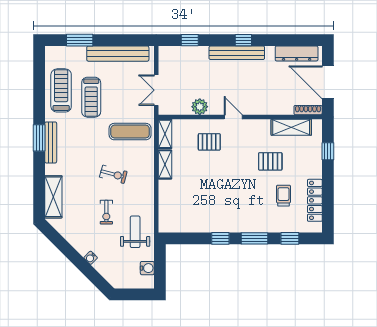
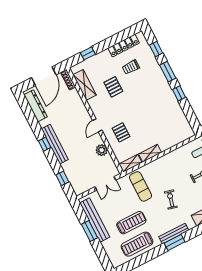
window: (80, 40) -> (89, 231), moved
exercise bike: (113, 174) -> (171, 199), moved

